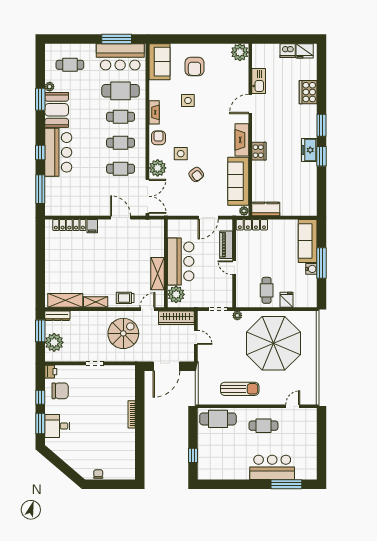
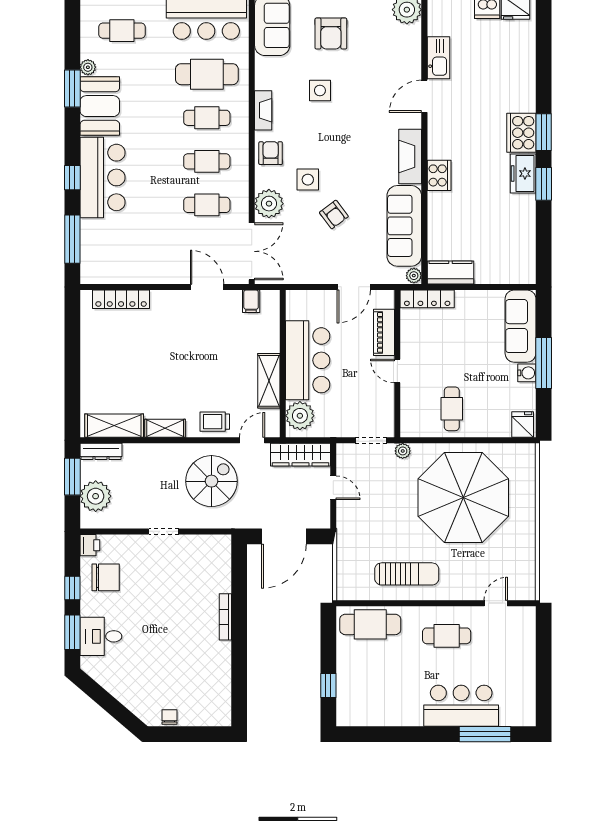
cooker: (308, 92) -> (521, 133), moved
filing cabinet: (92, 226) -> (251, 301), moved
fridge: (286, 300) -> (523, 425), moved

